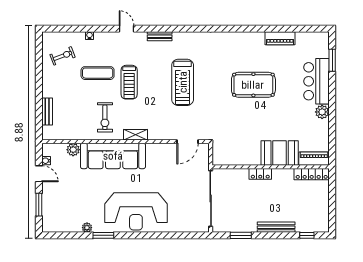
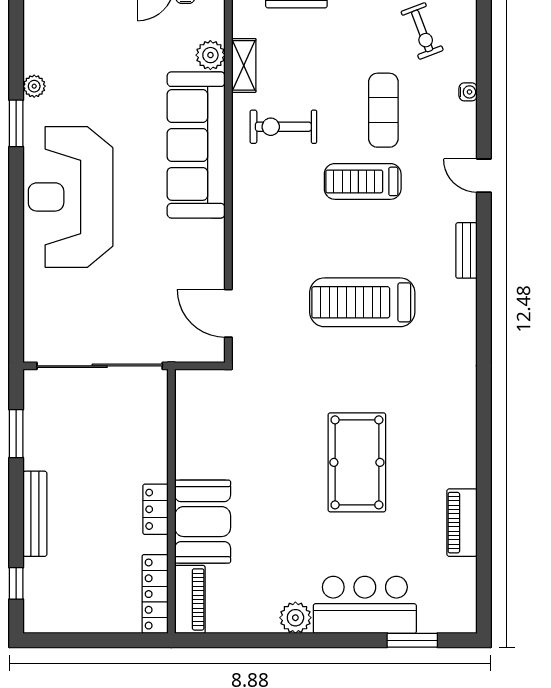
door: (127, 29) -> (484, 176), swing flipped
shelving: (136, 135) -> (244, 65), moved
locker: (260, 174) -> (156, 509), moved

